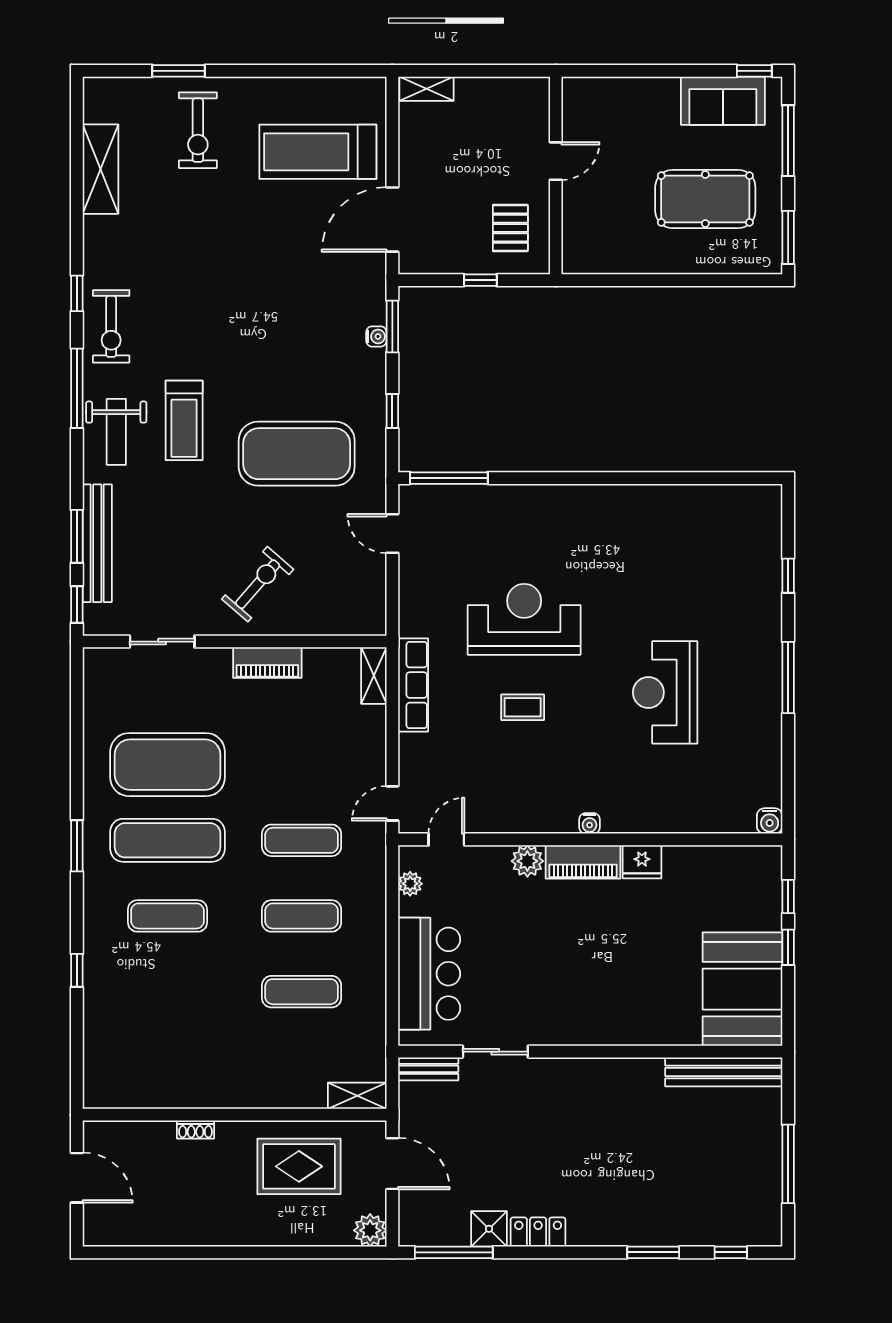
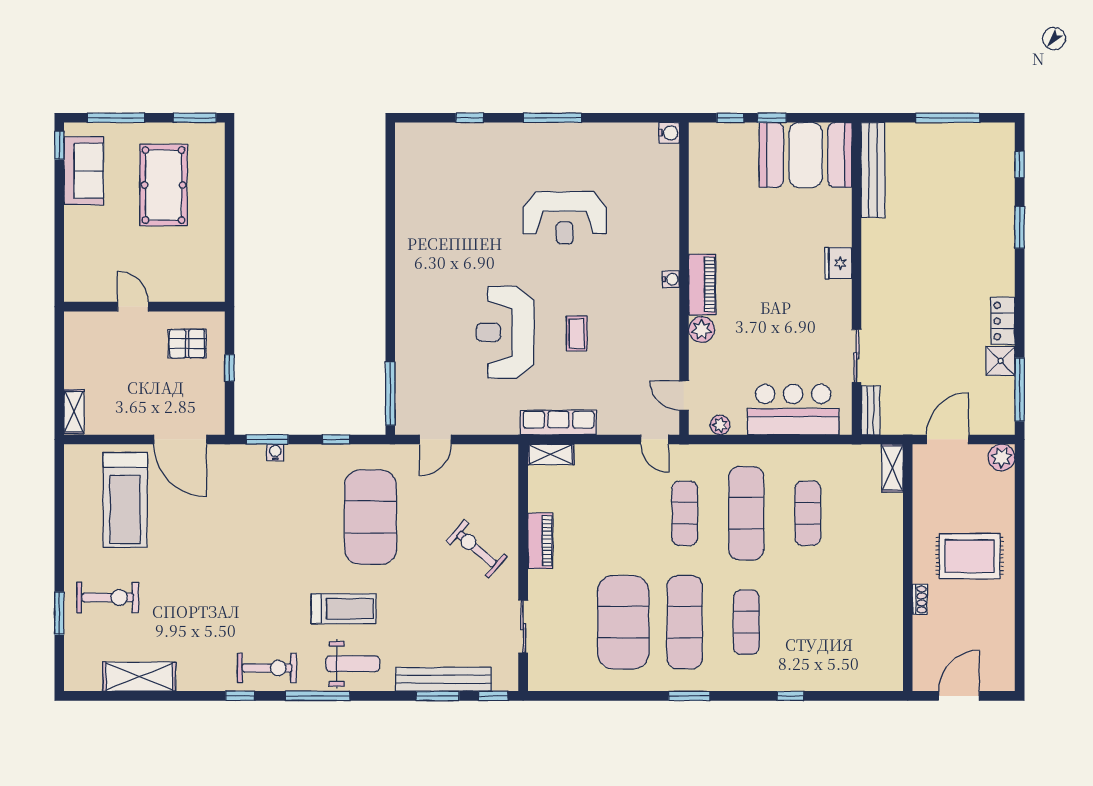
fridge: (642, 862) -> (838, 263), moved, turned 180
exercise mat: (302, 916) -> (746, 513), width x1.36, depth x1.45
rug: (299, 1166) -> (970, 556), moved, turned 90

